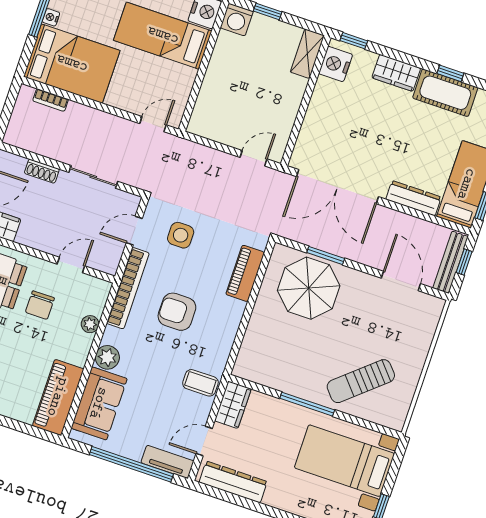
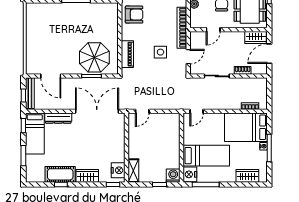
side table: (181, 235) -> (160, 52), moved
armchair: (177, 312) -> (134, 15), moved
sun lounger: (361, 381) -> (54, 21), removed

